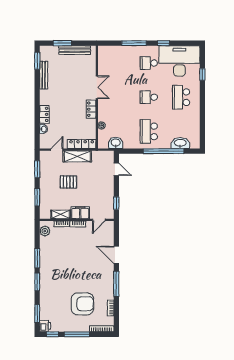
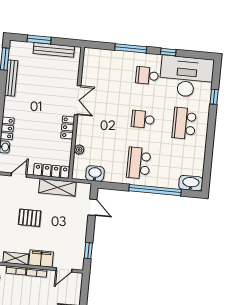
washbasin: (180, 143) -> (191, 183), moved
shelving: (77, 156) -> (57, 187), moved

